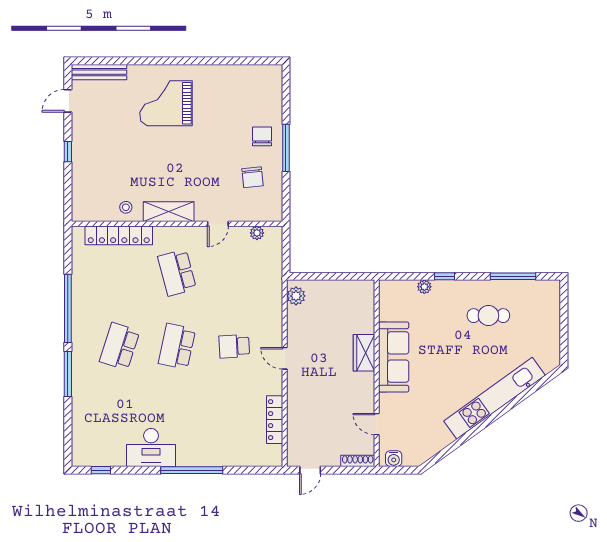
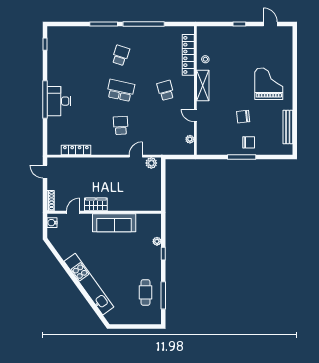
bench: (99, 72) -> (288, 127), moved
chair: (252, 177) -> (243, 117), moved
school desk: (177, 273) -> (166, 90), width x0.54
cafe table: (488, 316) -> (145, 292), moved
school desk: (120, 346) -> (121, 55), width x0.54
wardrobe: (364, 353) -> (96, 204), moved
door: (285, 358) -> (136, 156), moved
desk: (151, 447) -> (59, 101), moved

